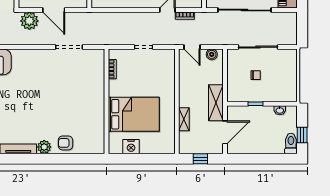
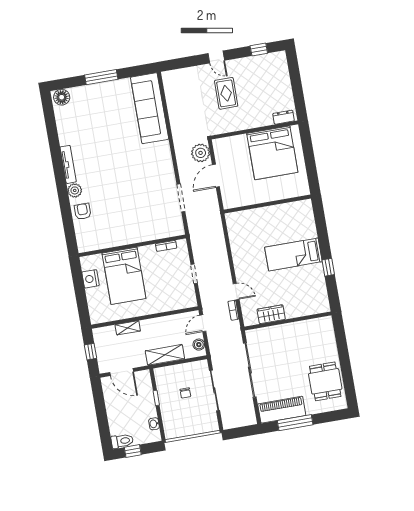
shelving: (216, 103) -> (165, 355), moved

